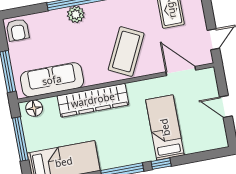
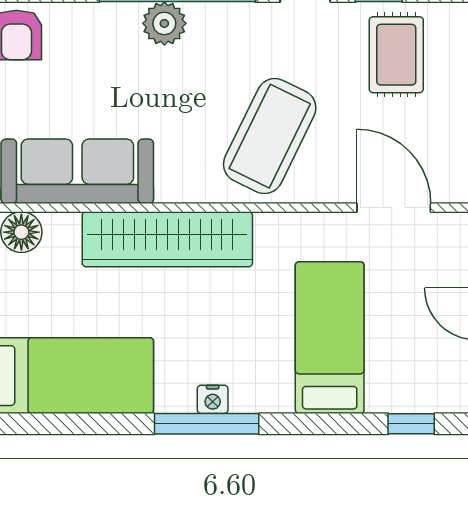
nightstand: (123, 161) -> (213, 399), added
window: (161, 164) -> (411, 424), moved

